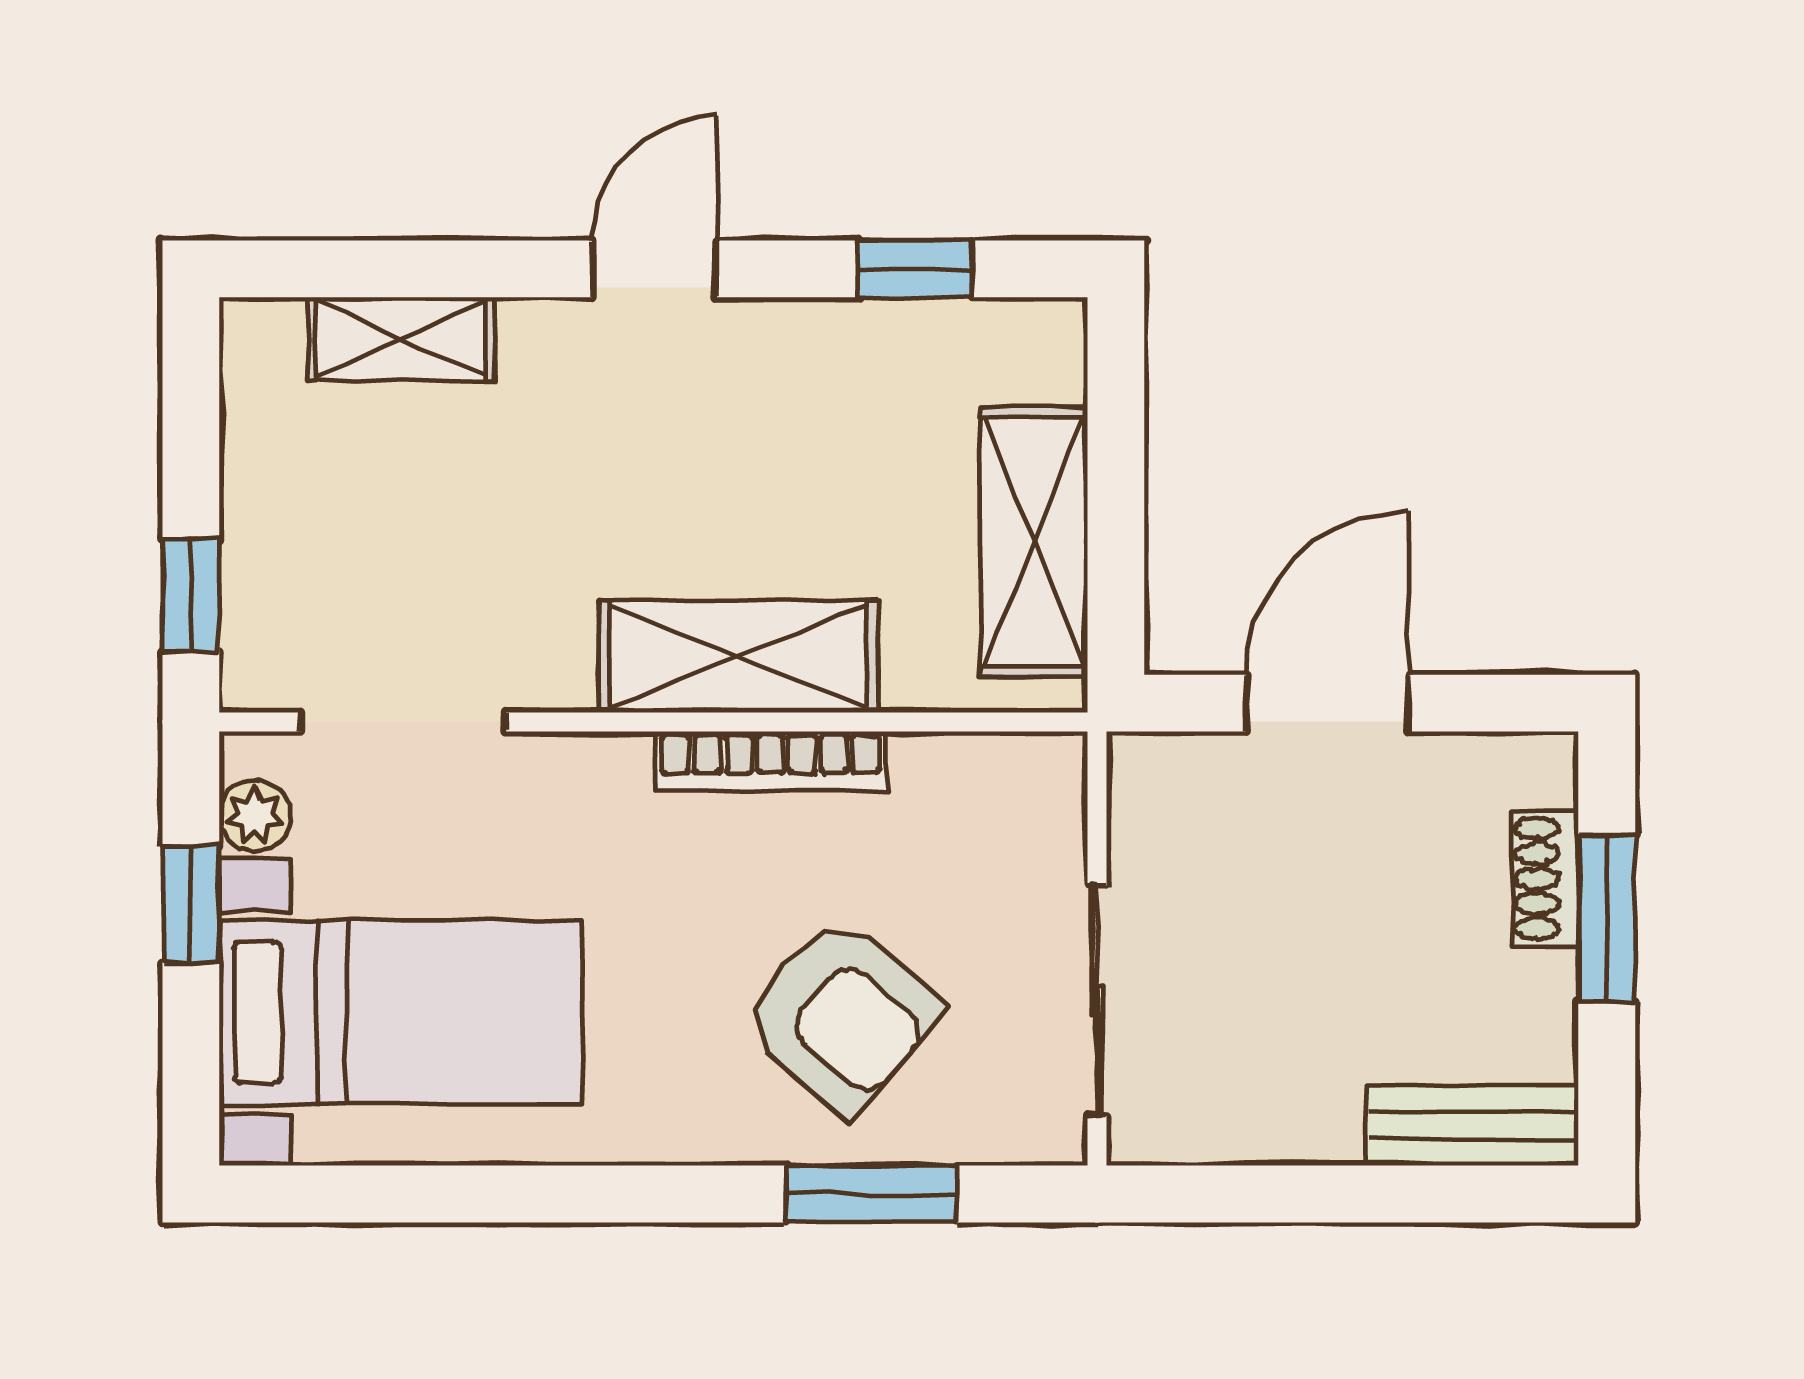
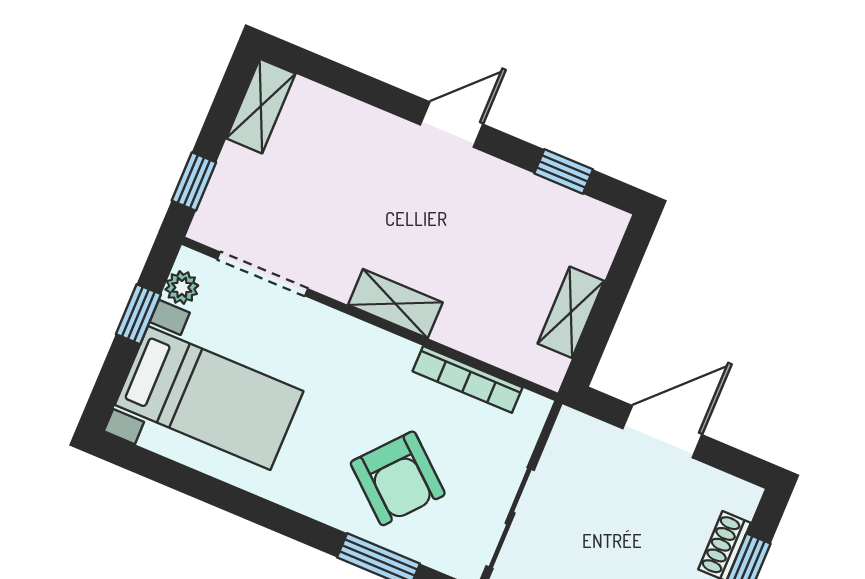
shelving: (401, 339) -> (261, 106), moved, turned 90
shelving: (1034, 542) -> (571, 312), width x0.67, depth x0.75
shelving: (738, 657) -> (395, 304), width x0.67, depth x0.75
bookcase: (771, 761) -> (468, 379), moved

